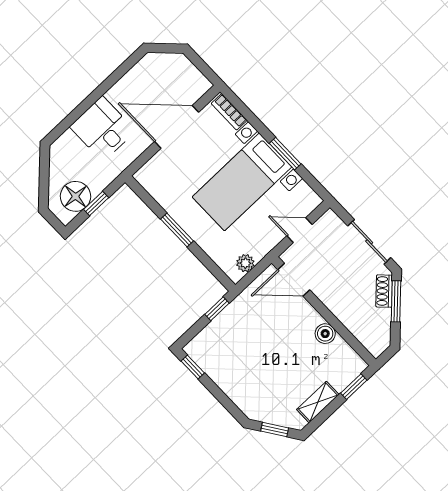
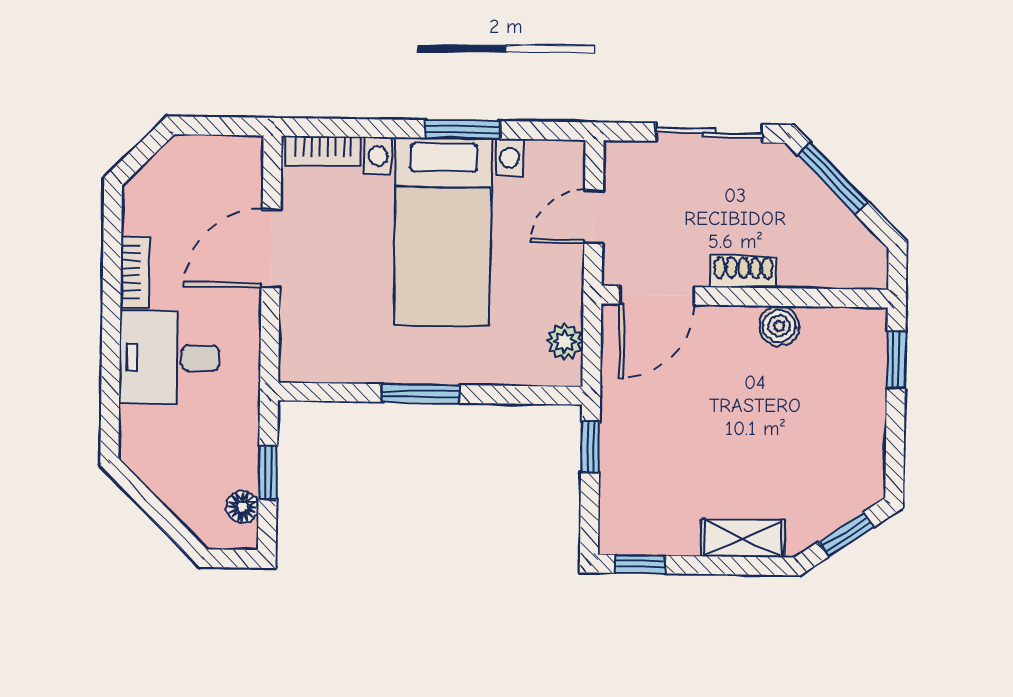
bookcase: (121, 87) -> (135, 272), added
door: (177, 127) -> (271, 248), width x0.73
floor lamp: (76, 196) -> (242, 507), width x0.53, depth x0.53
shoe rack: (384, 291) -> (743, 272), moved, turned 135
shelving: (318, 402) -> (743, 538), moved, turned 90

